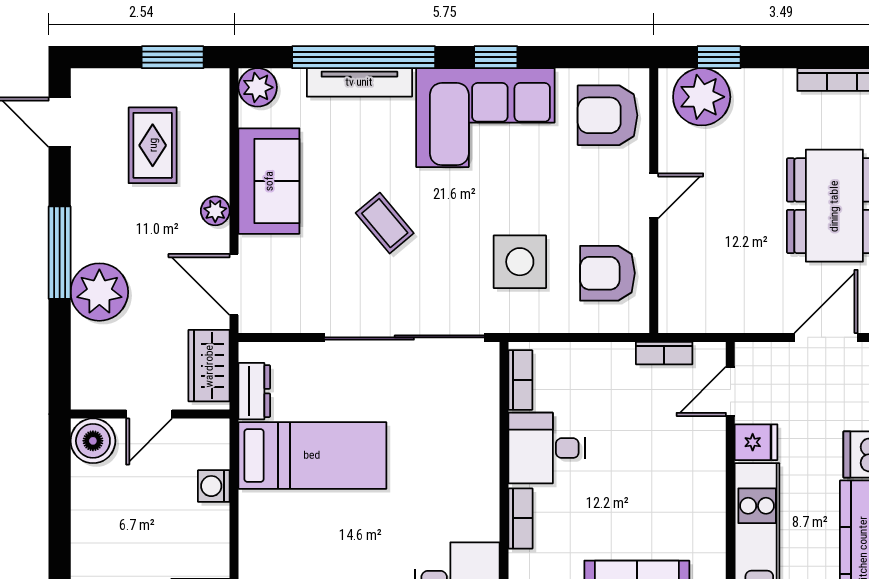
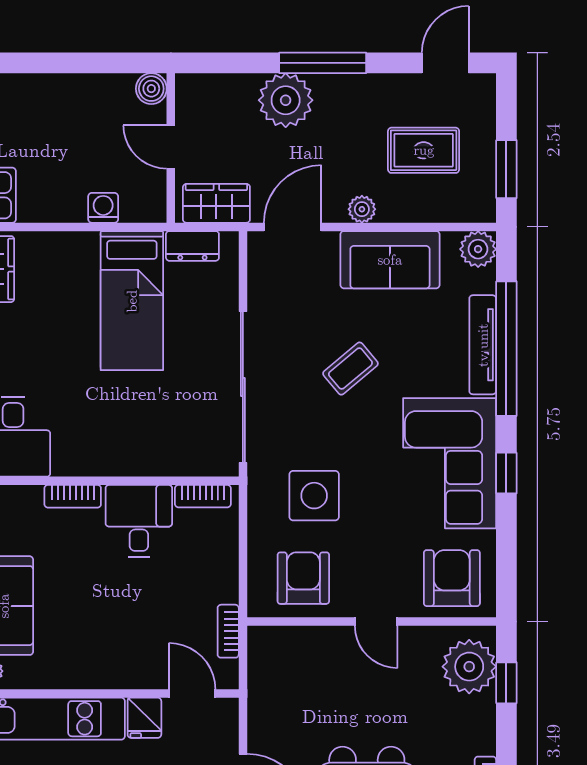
boiler: (93, 441) -> (151, 89), width x0.73, depth x0.73

